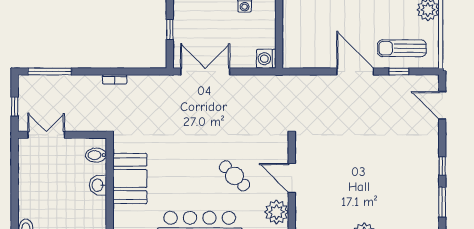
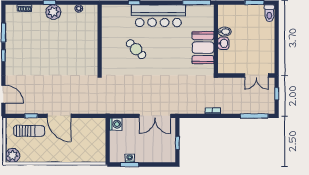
bidet: (96, 155) -> (225, 32), moved
door: (292, 178) -> (100, 48), removed
plant: (277, 212) -> (109, 26), removed

